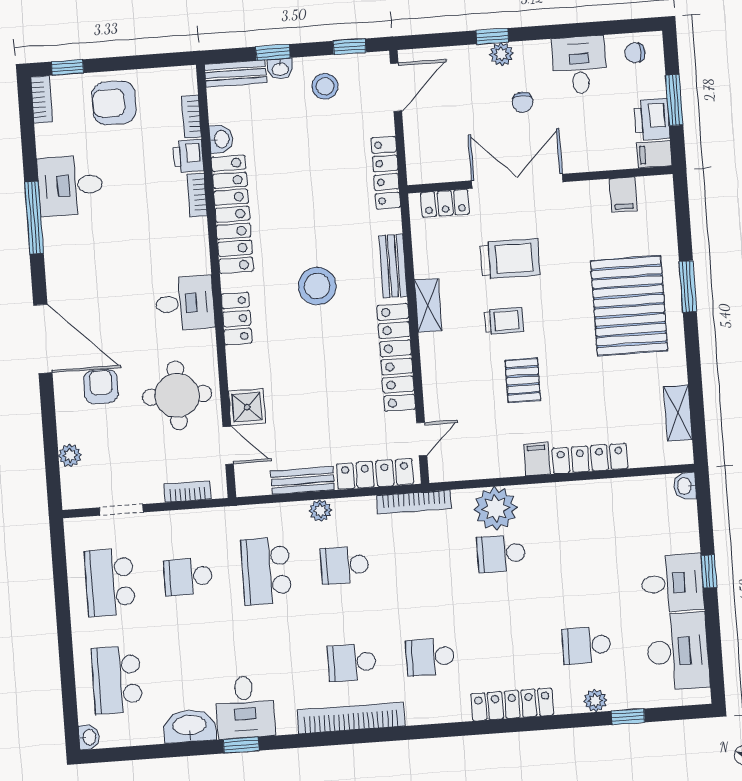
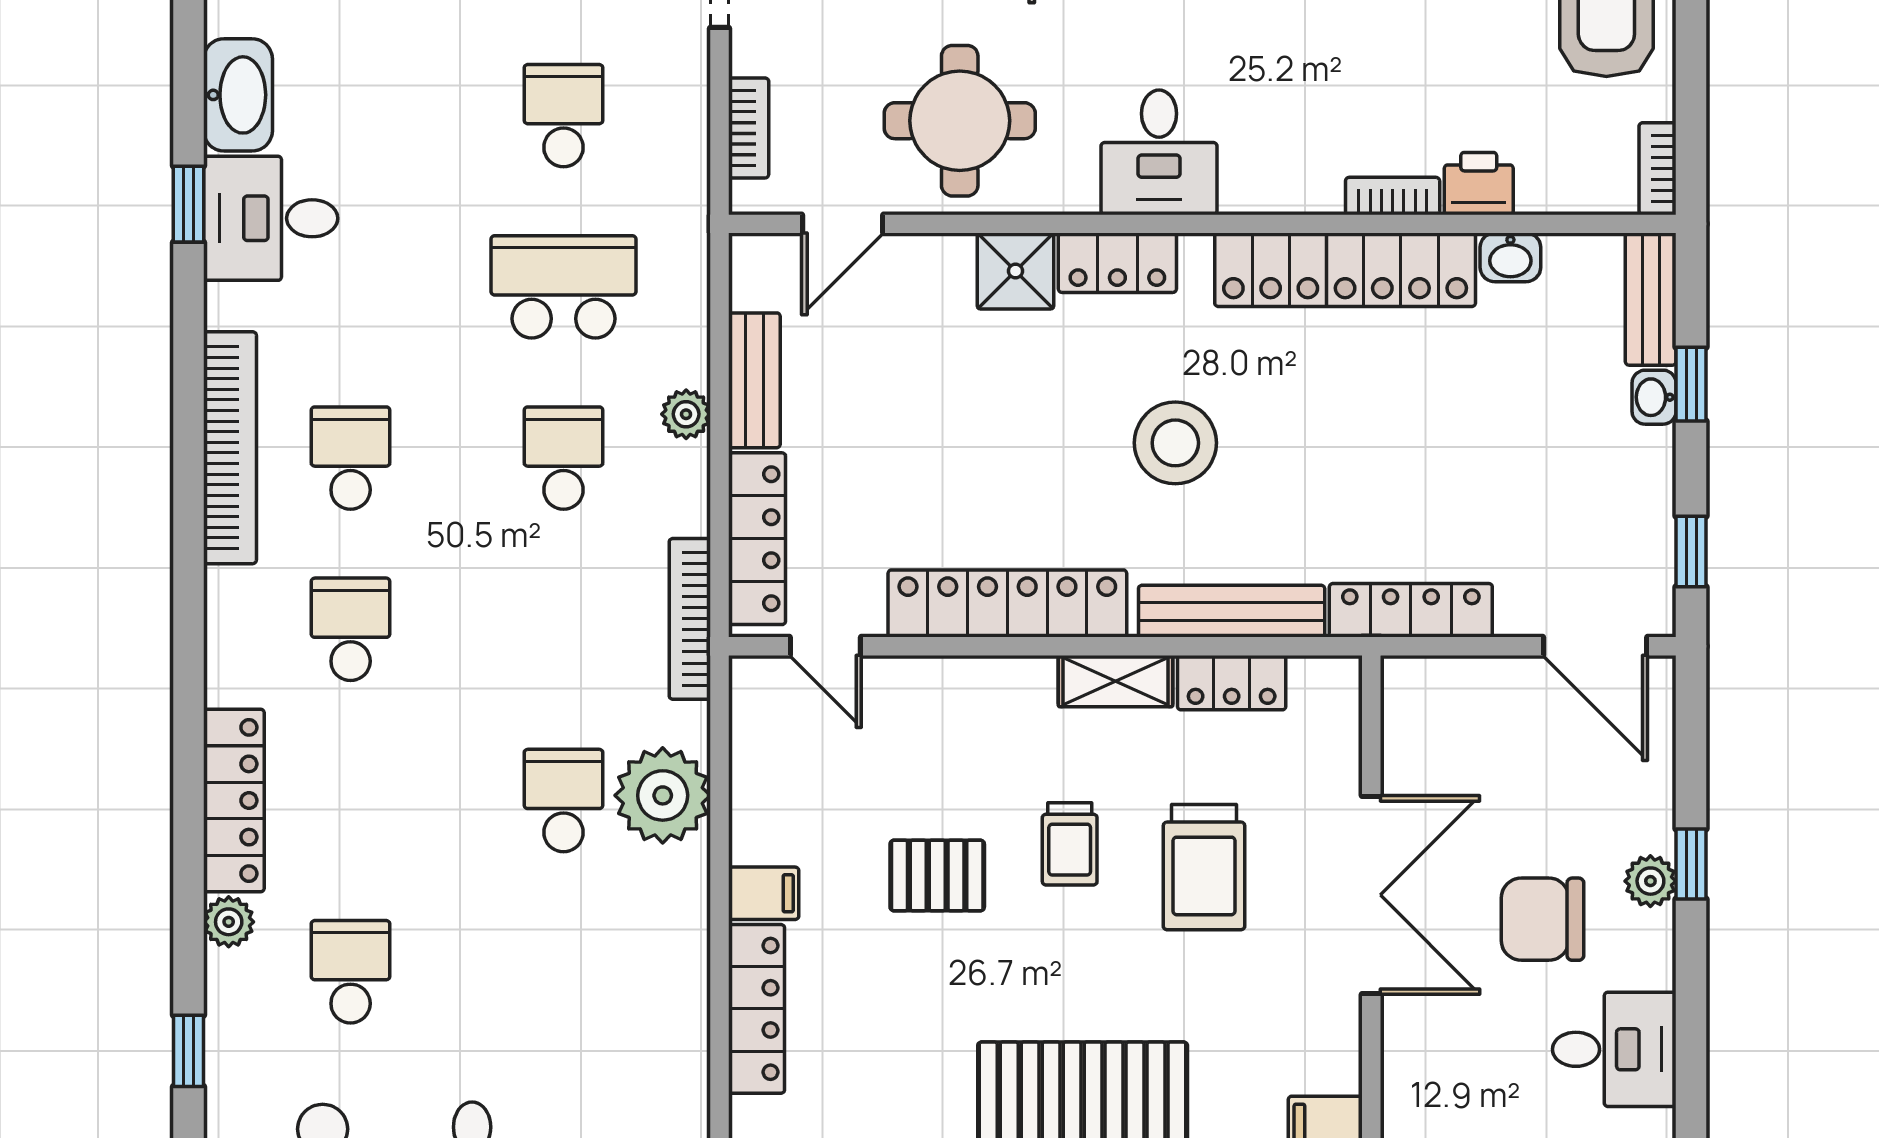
stool: (325, 86) -> (1609, 492), removed
chair: (523, 102) -> (1542, 919), width x1.87, depth x1.87
bookcase: (191, 117) -> (1658, 169), moved, turned -90
locker: (445, 203) -> (1232, 683), moved, turned -90
bench: (393, 266) -> (1232, 611), width x1.36
shower: (247, 407) -> (1015, 271), moved
plant: (595, 701) -> (229, 922), moved

